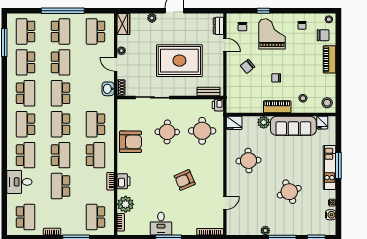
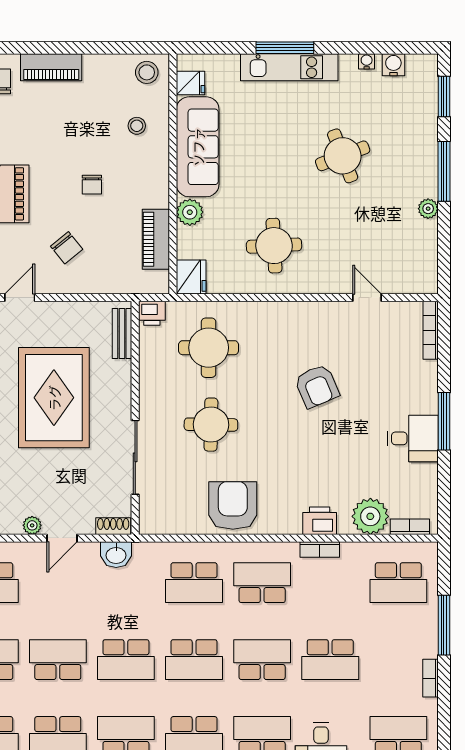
piano: (277, 107) -> (156, 239), moved

